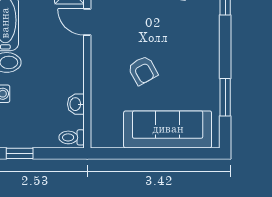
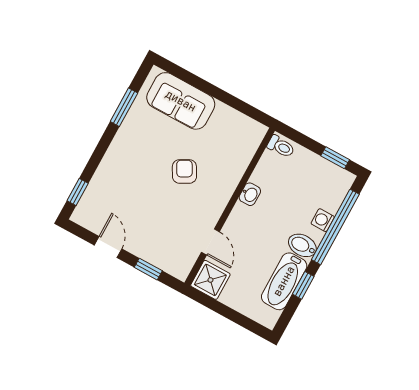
washbasin: (76, 104) -> (250, 194), moved
sofa: (168, 129) -> (181, 101), width x0.73

